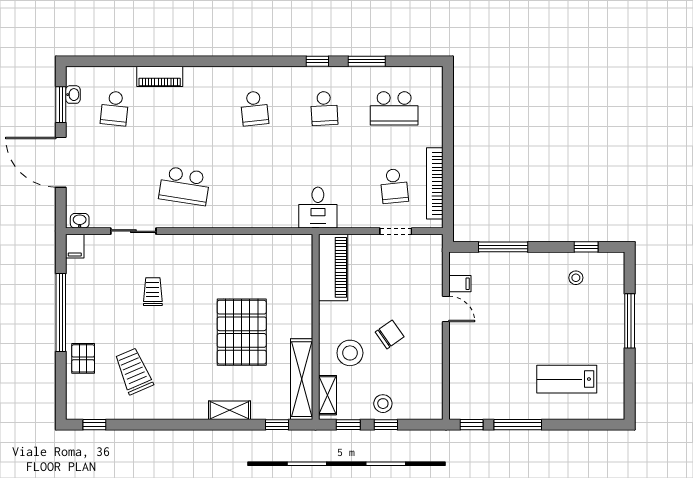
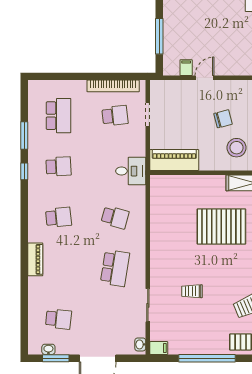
piano: (160, 76) -> (35, 259), moved
school desk: (254, 186) -> (115, 217), added
chair: (390, 334) -> (223, 119), turned 110

